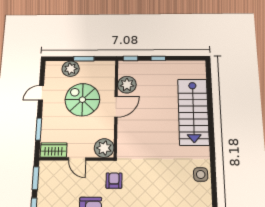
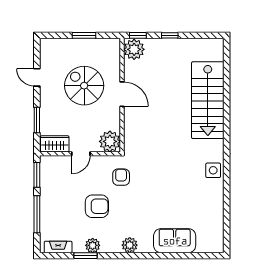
plant: (71, 69) -> (69, 48), removed
plant: (127, 85) -> (134, 49), moved
door: (41, 93) -> (37, 77), hinge flipped
door: (116, 107) -> (122, 94), hinge flipped
door: (77, 159) -> (81, 154), hinge flipped

